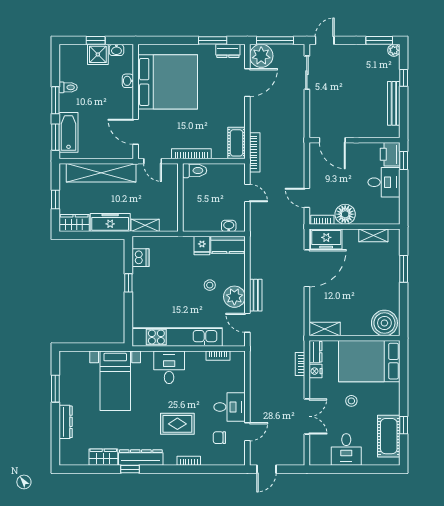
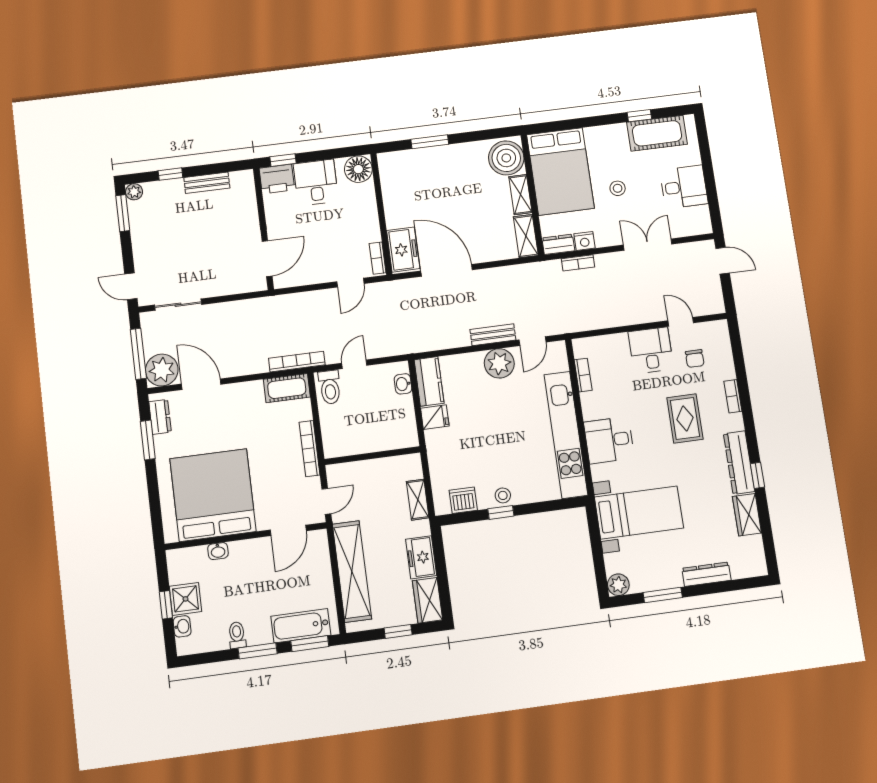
washbasin: (116, 50) -> (182, 626), moved
bench: (394, 103) -> (207, 183), width x0.73
toilet: (195, 171) -> (330, 387), moved, turned 180
floor lamp: (345, 214) -> (358, 169), moved
freezer: (110, 223) -> (421, 557), width x0.71
shelving: (373, 235) -> (520, 195), moved
stool: (210, 285) -> (503, 495), moved
plant: (67, 358) -> (618, 585), added
door: (266, 469) -> (723, 261), moved

